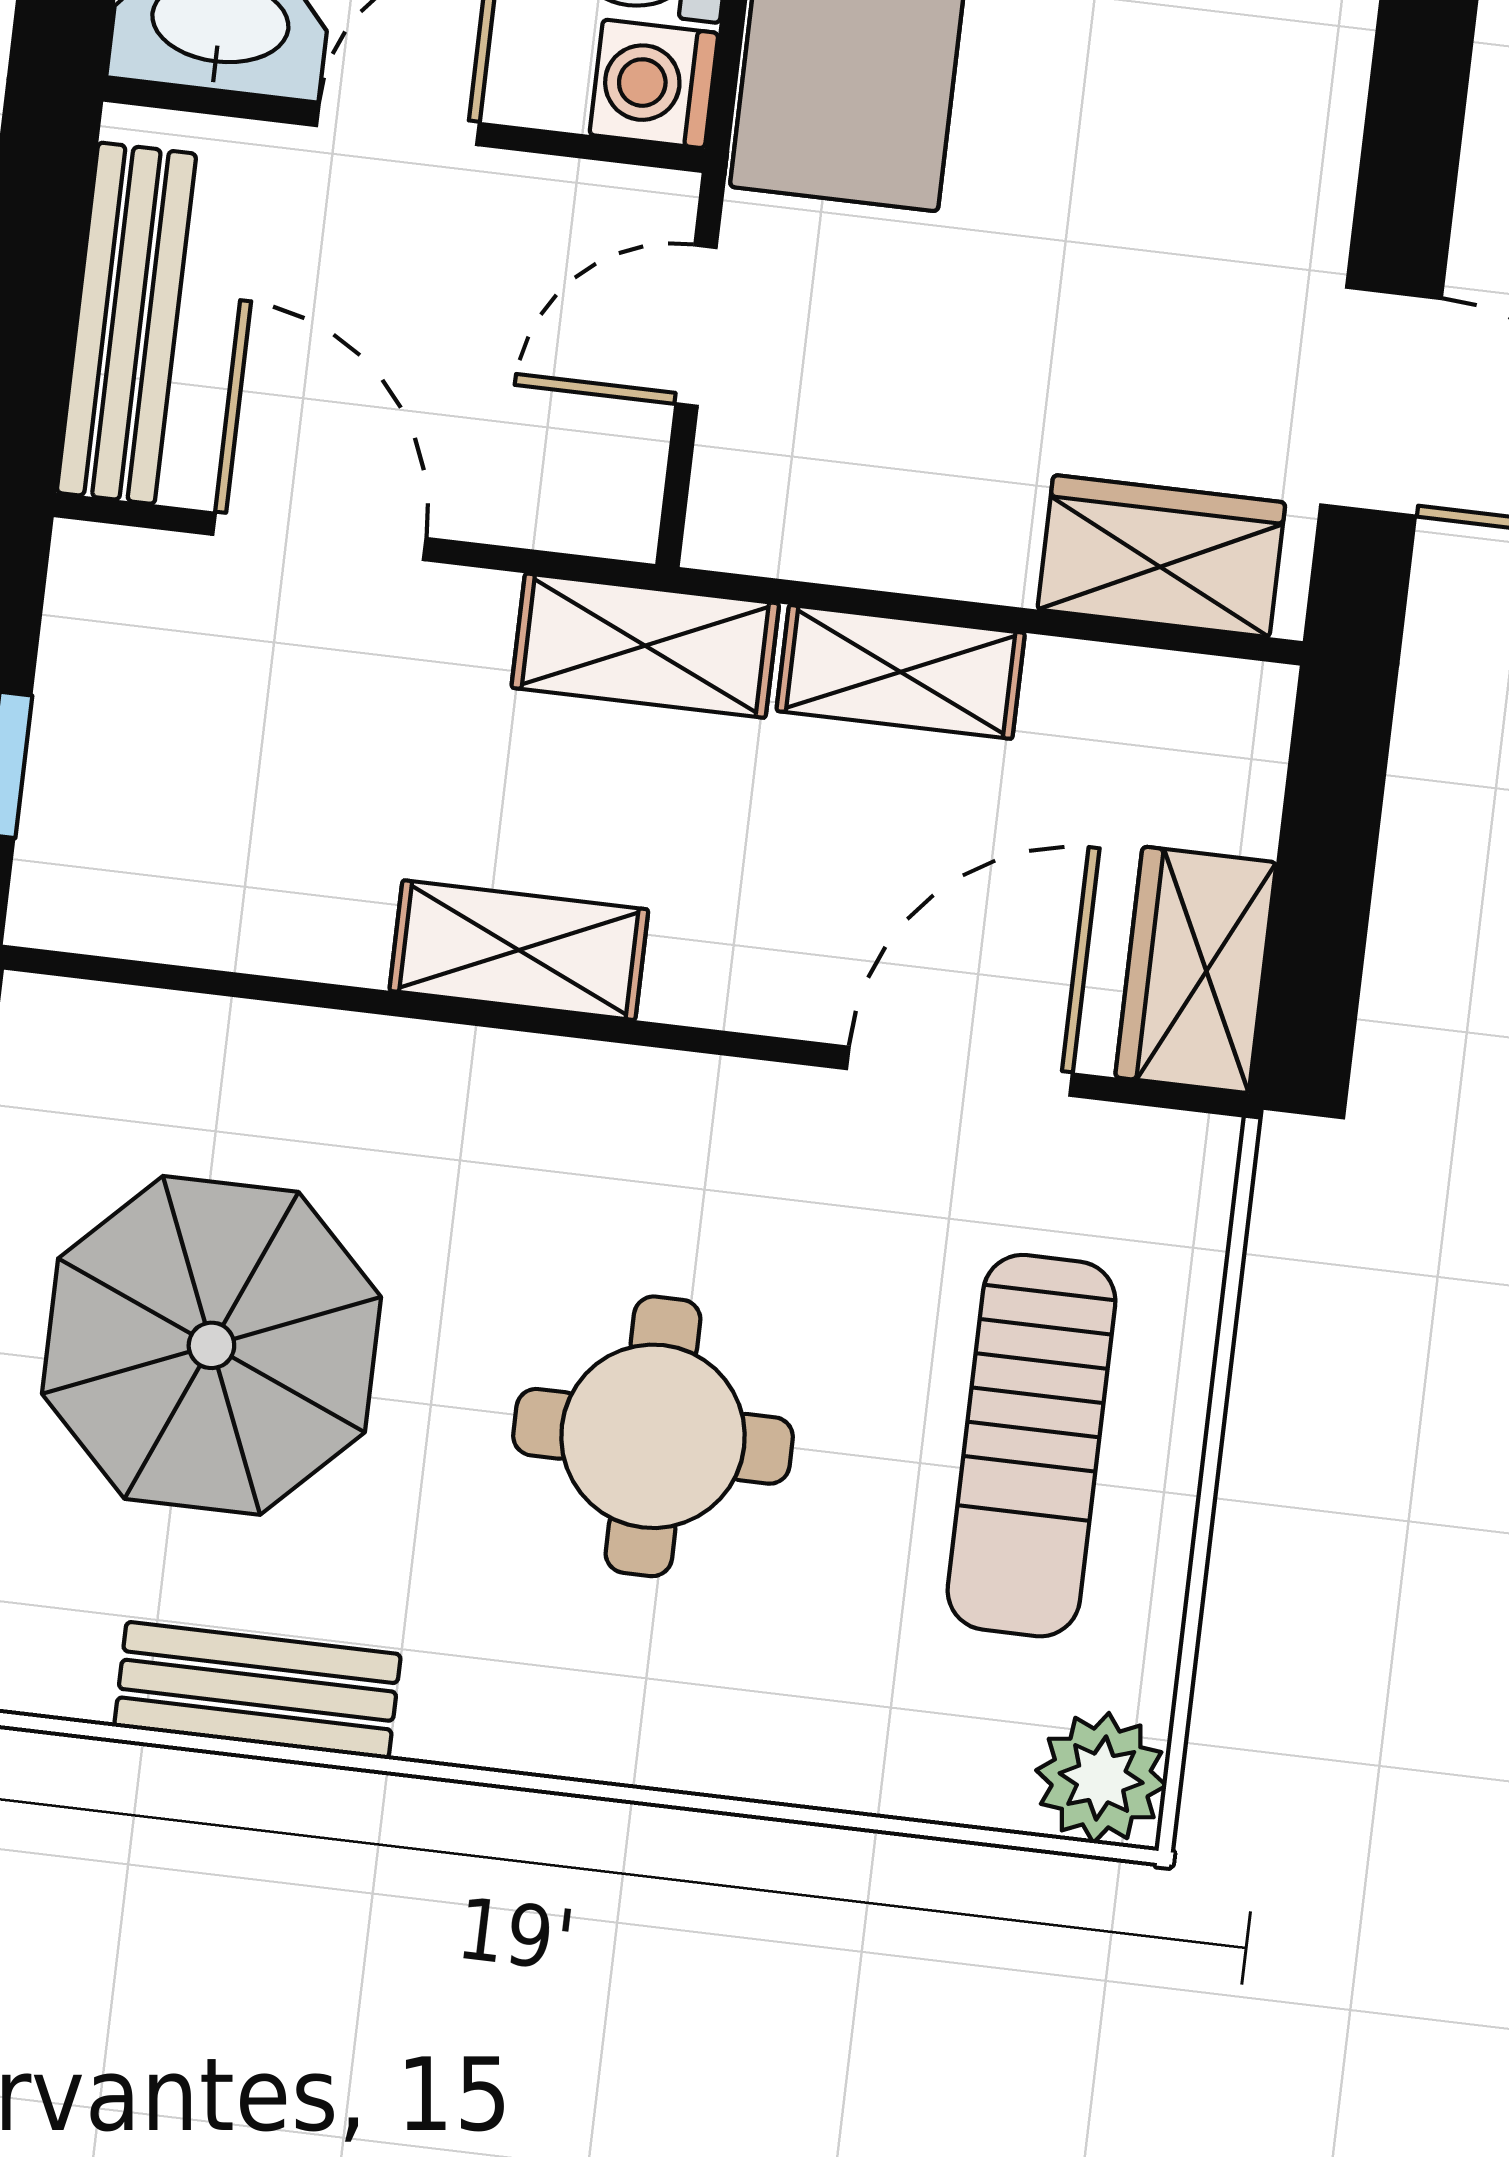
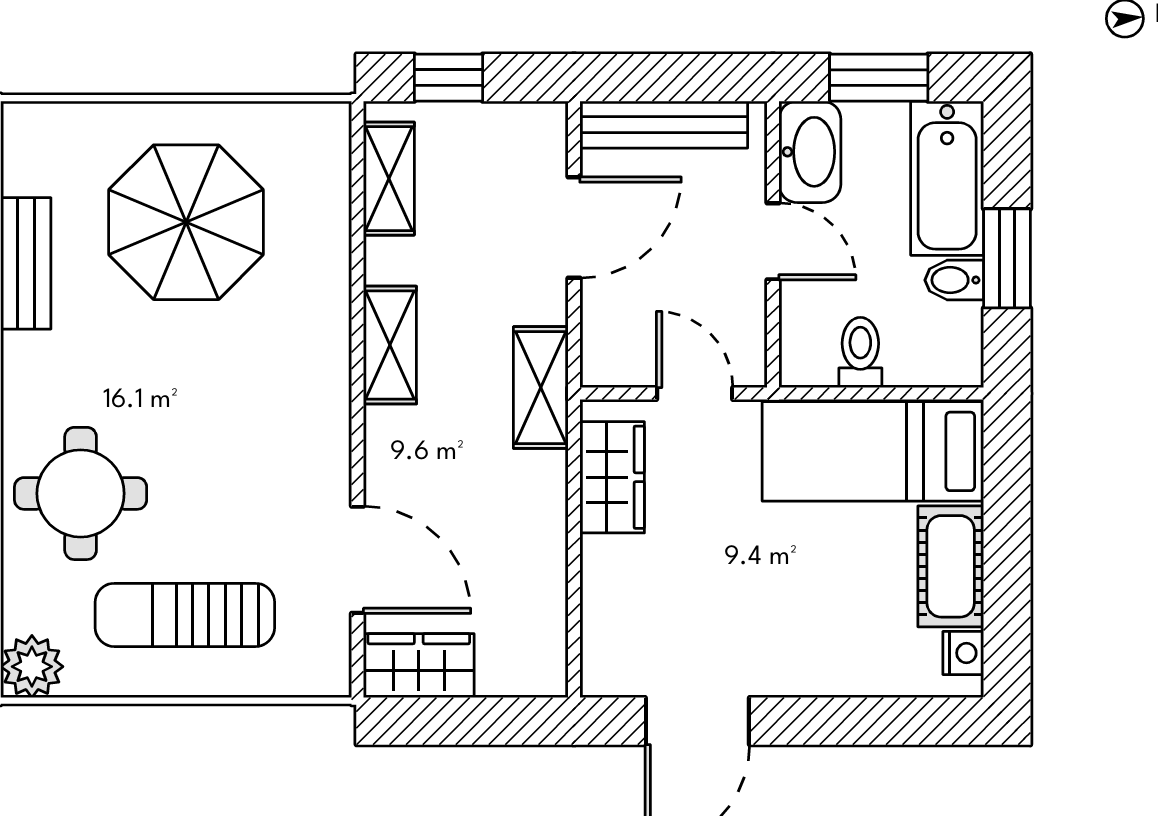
washing machine: (654, 84) -> (806, 360), removed
wardrobe: (1161, 556) -> (612, 477), moved
shelving: (901, 672) -> (389, 179), moved
round table: (653, 1436) -> (81, 493), moved

